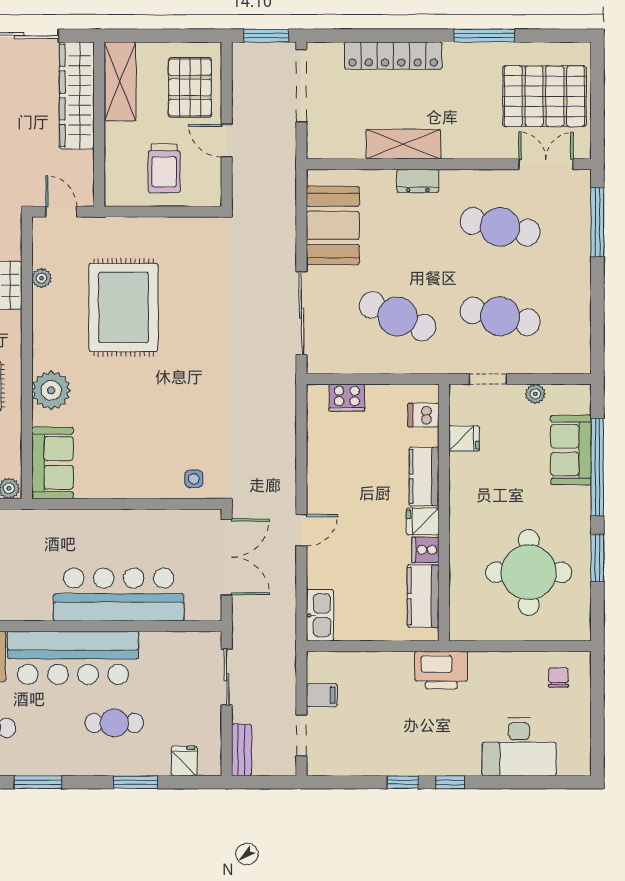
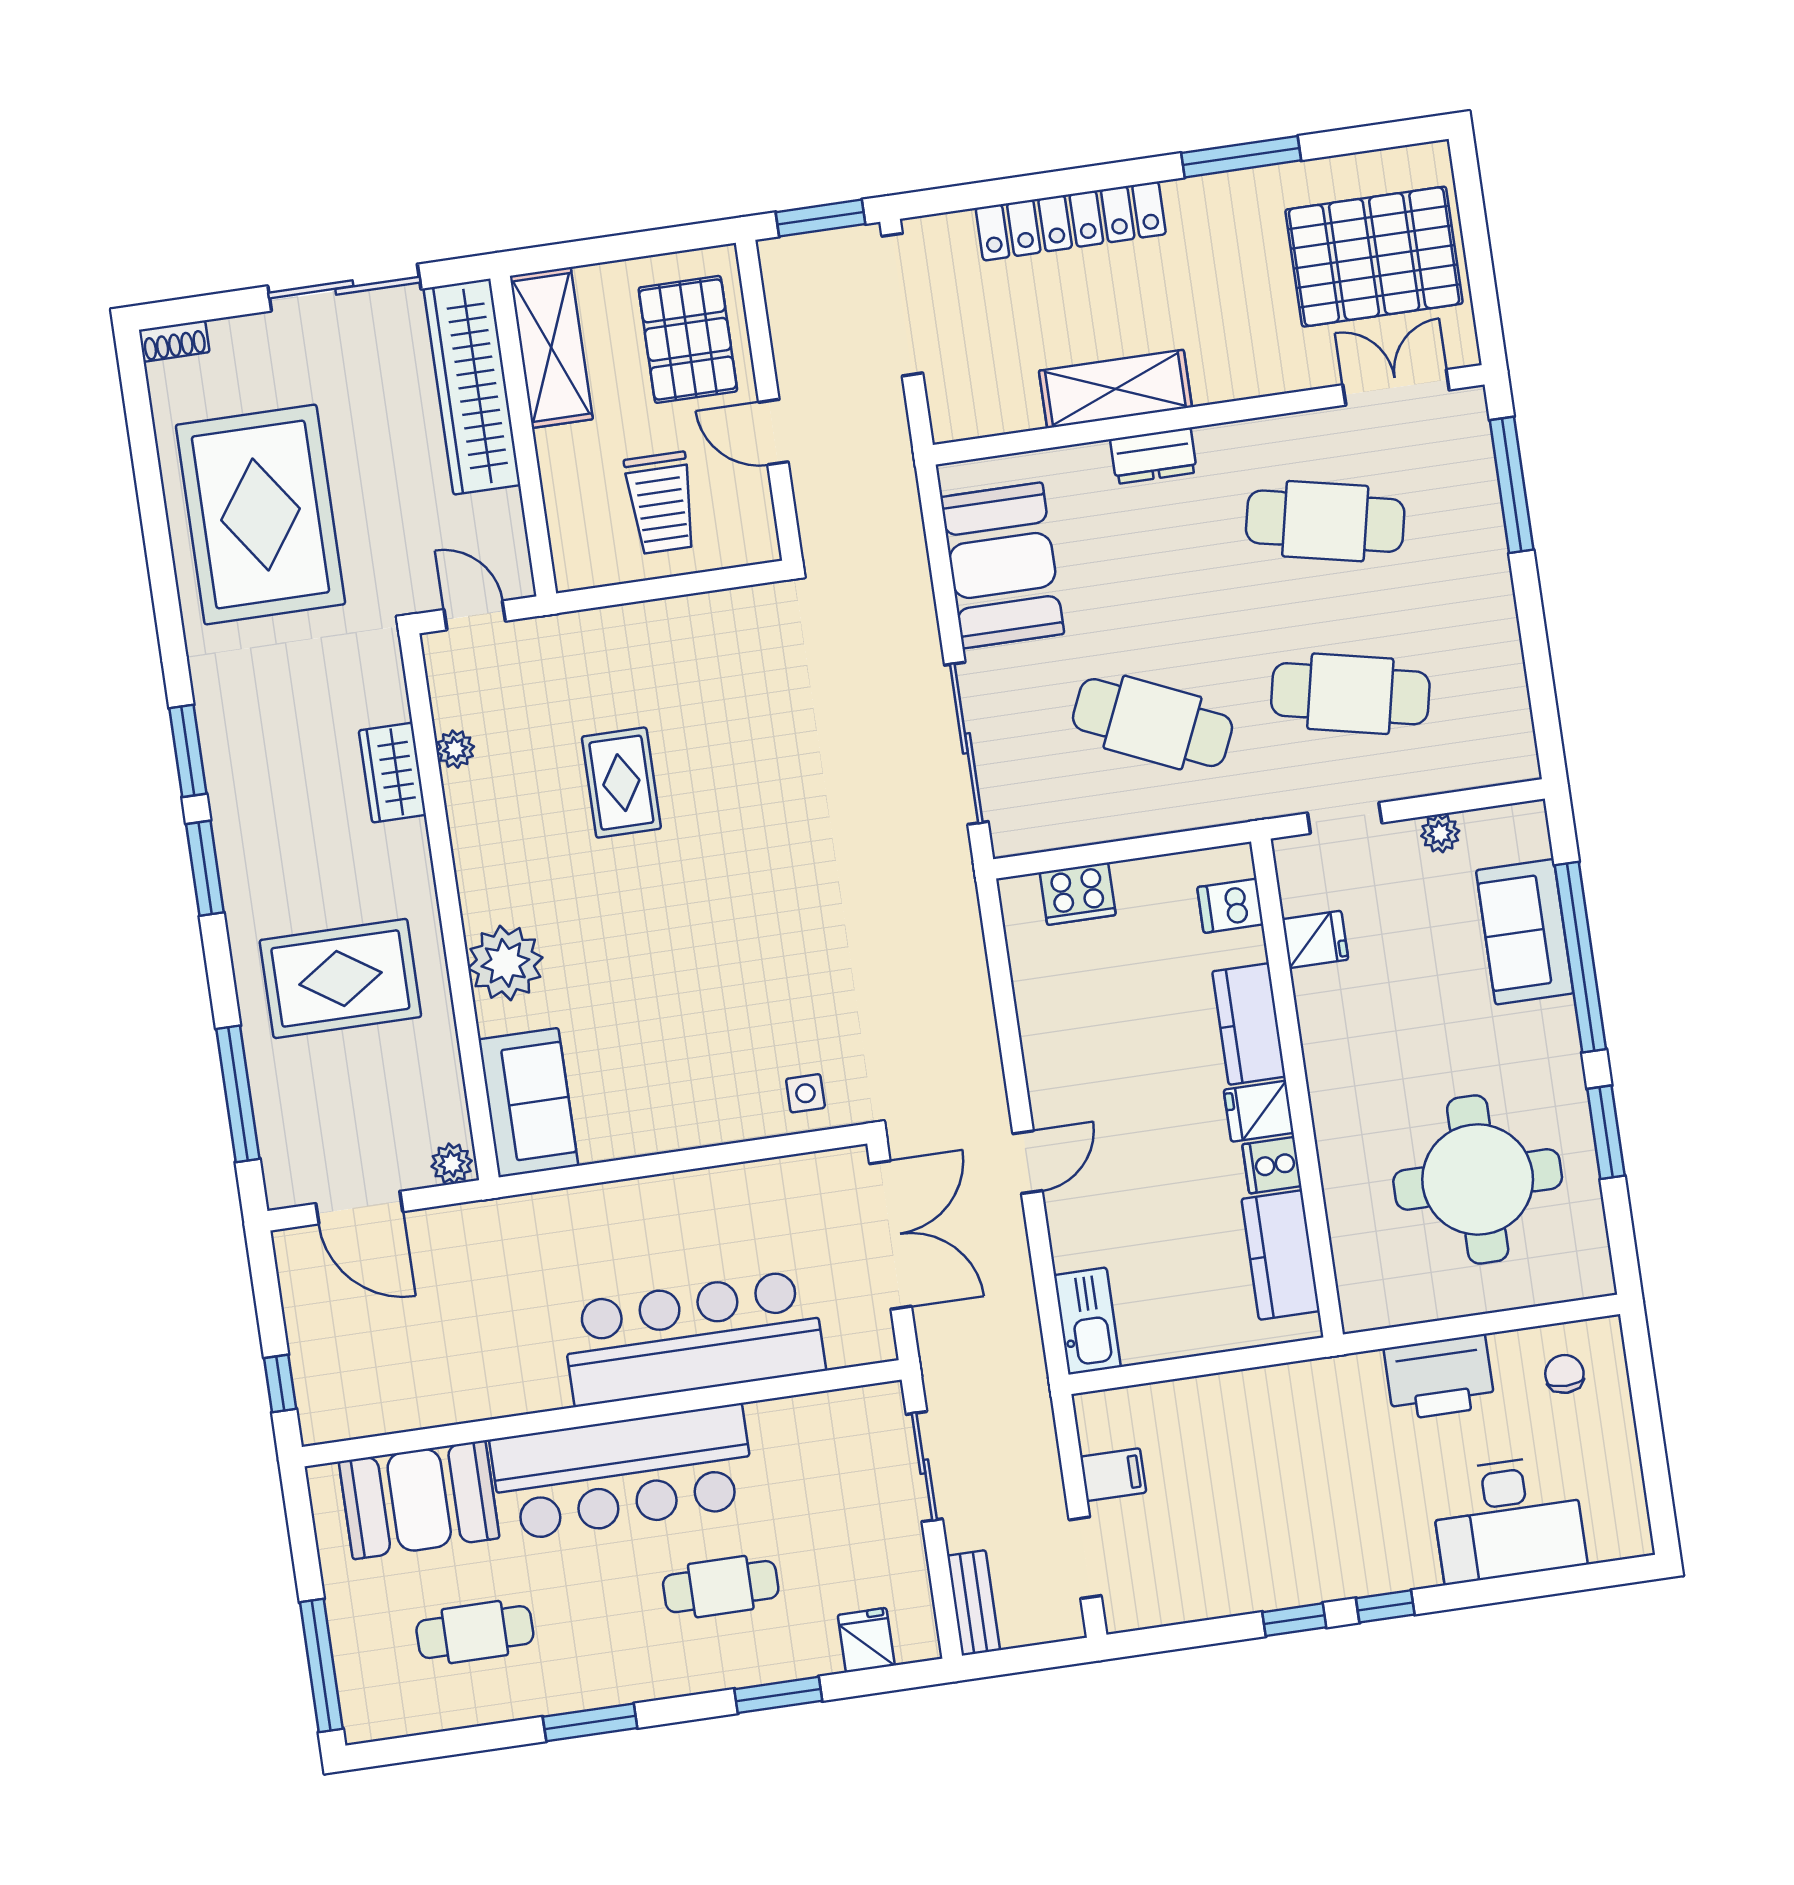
rug: (123, 307) -> (621, 783), width x0.54, depth x0.49
printer: (441, 670) -> (1439, 1377), moved

